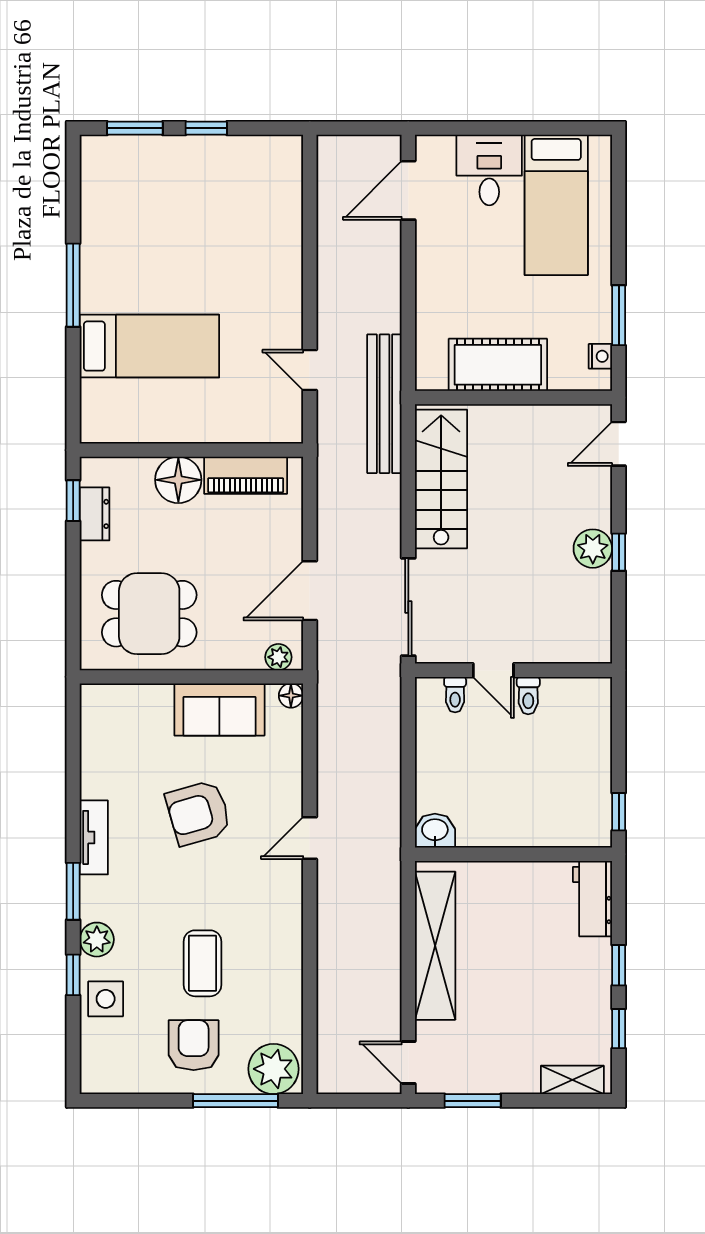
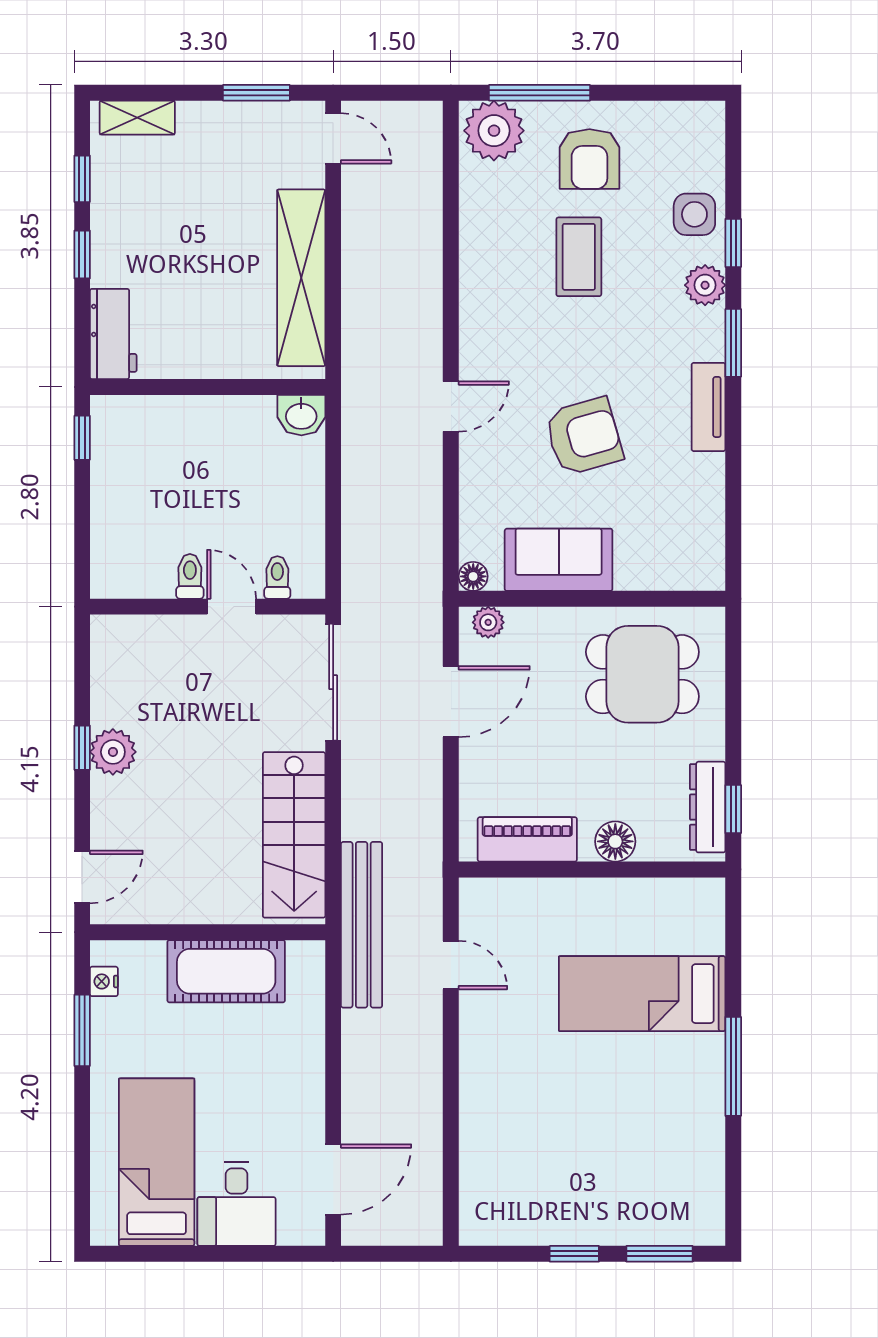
floor lamp: (178, 480) -> (615, 841), width x0.73, depth x0.73
dresser: (95, 514) -> (708, 807), width x1.44

